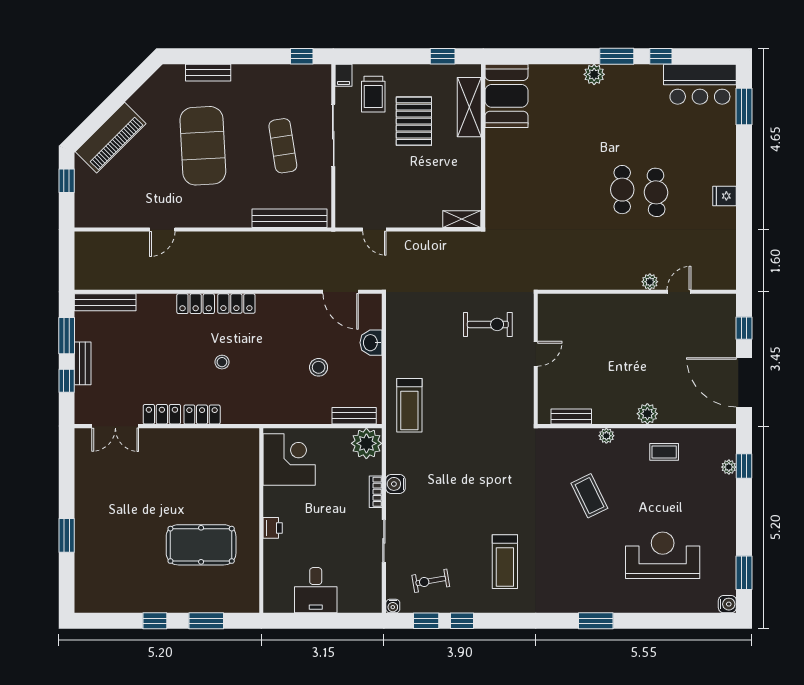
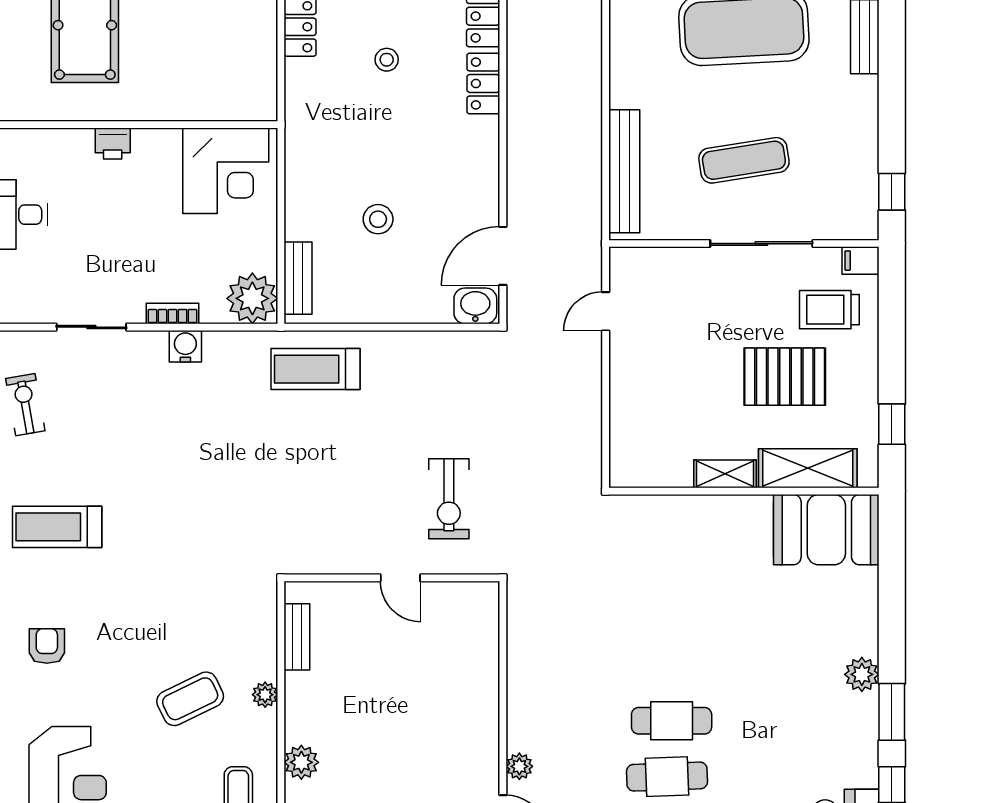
shelving: (462, 219) -> (725, 474), moved, turned 90
washbasin: (371, 343) -> (475, 306), moved
coffee table: (589, 496) -> (190, 699), moved
armchair: (577, 568) -> (47, 646), added

